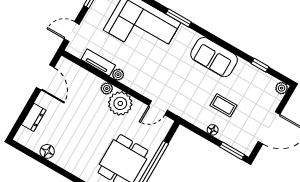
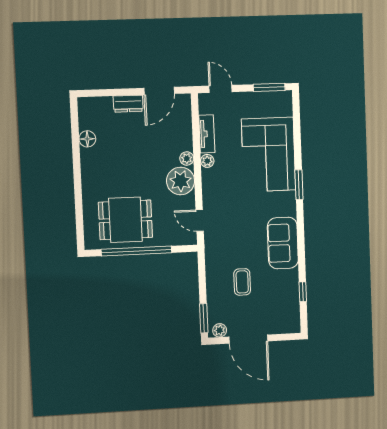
plant: (282, 88) -> (220, 330), moved
dresser: (34, 117) -> (128, 104), moved
floor lamp: (213, 130) -> (212, 287), removed

